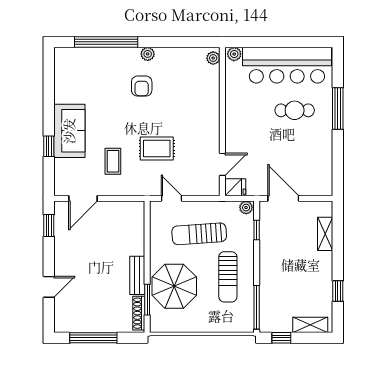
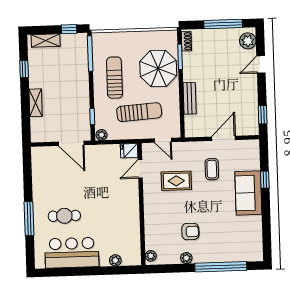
plant: (213, 58) -> (151, 256), moved
bar counter: (287, 65) -> (72, 253), width x0.73
armchair: (142, 86) -> (190, 232), turned 90
wall: (222, 121) -> (141, 204), moved
door: (222, 164) -> (140, 169), moved
fridge: (235, 187) -> (129, 151), moved
door: (83, 198) -> (224, 138), moved
shelving: (325, 234) -> (36, 103), moved
bench: (137, 275) -> (190, 98), moved
shoe rack: (139, 313) -> (186, 41), width x0.70
plant: (64, 316) -> (248, 41), added

